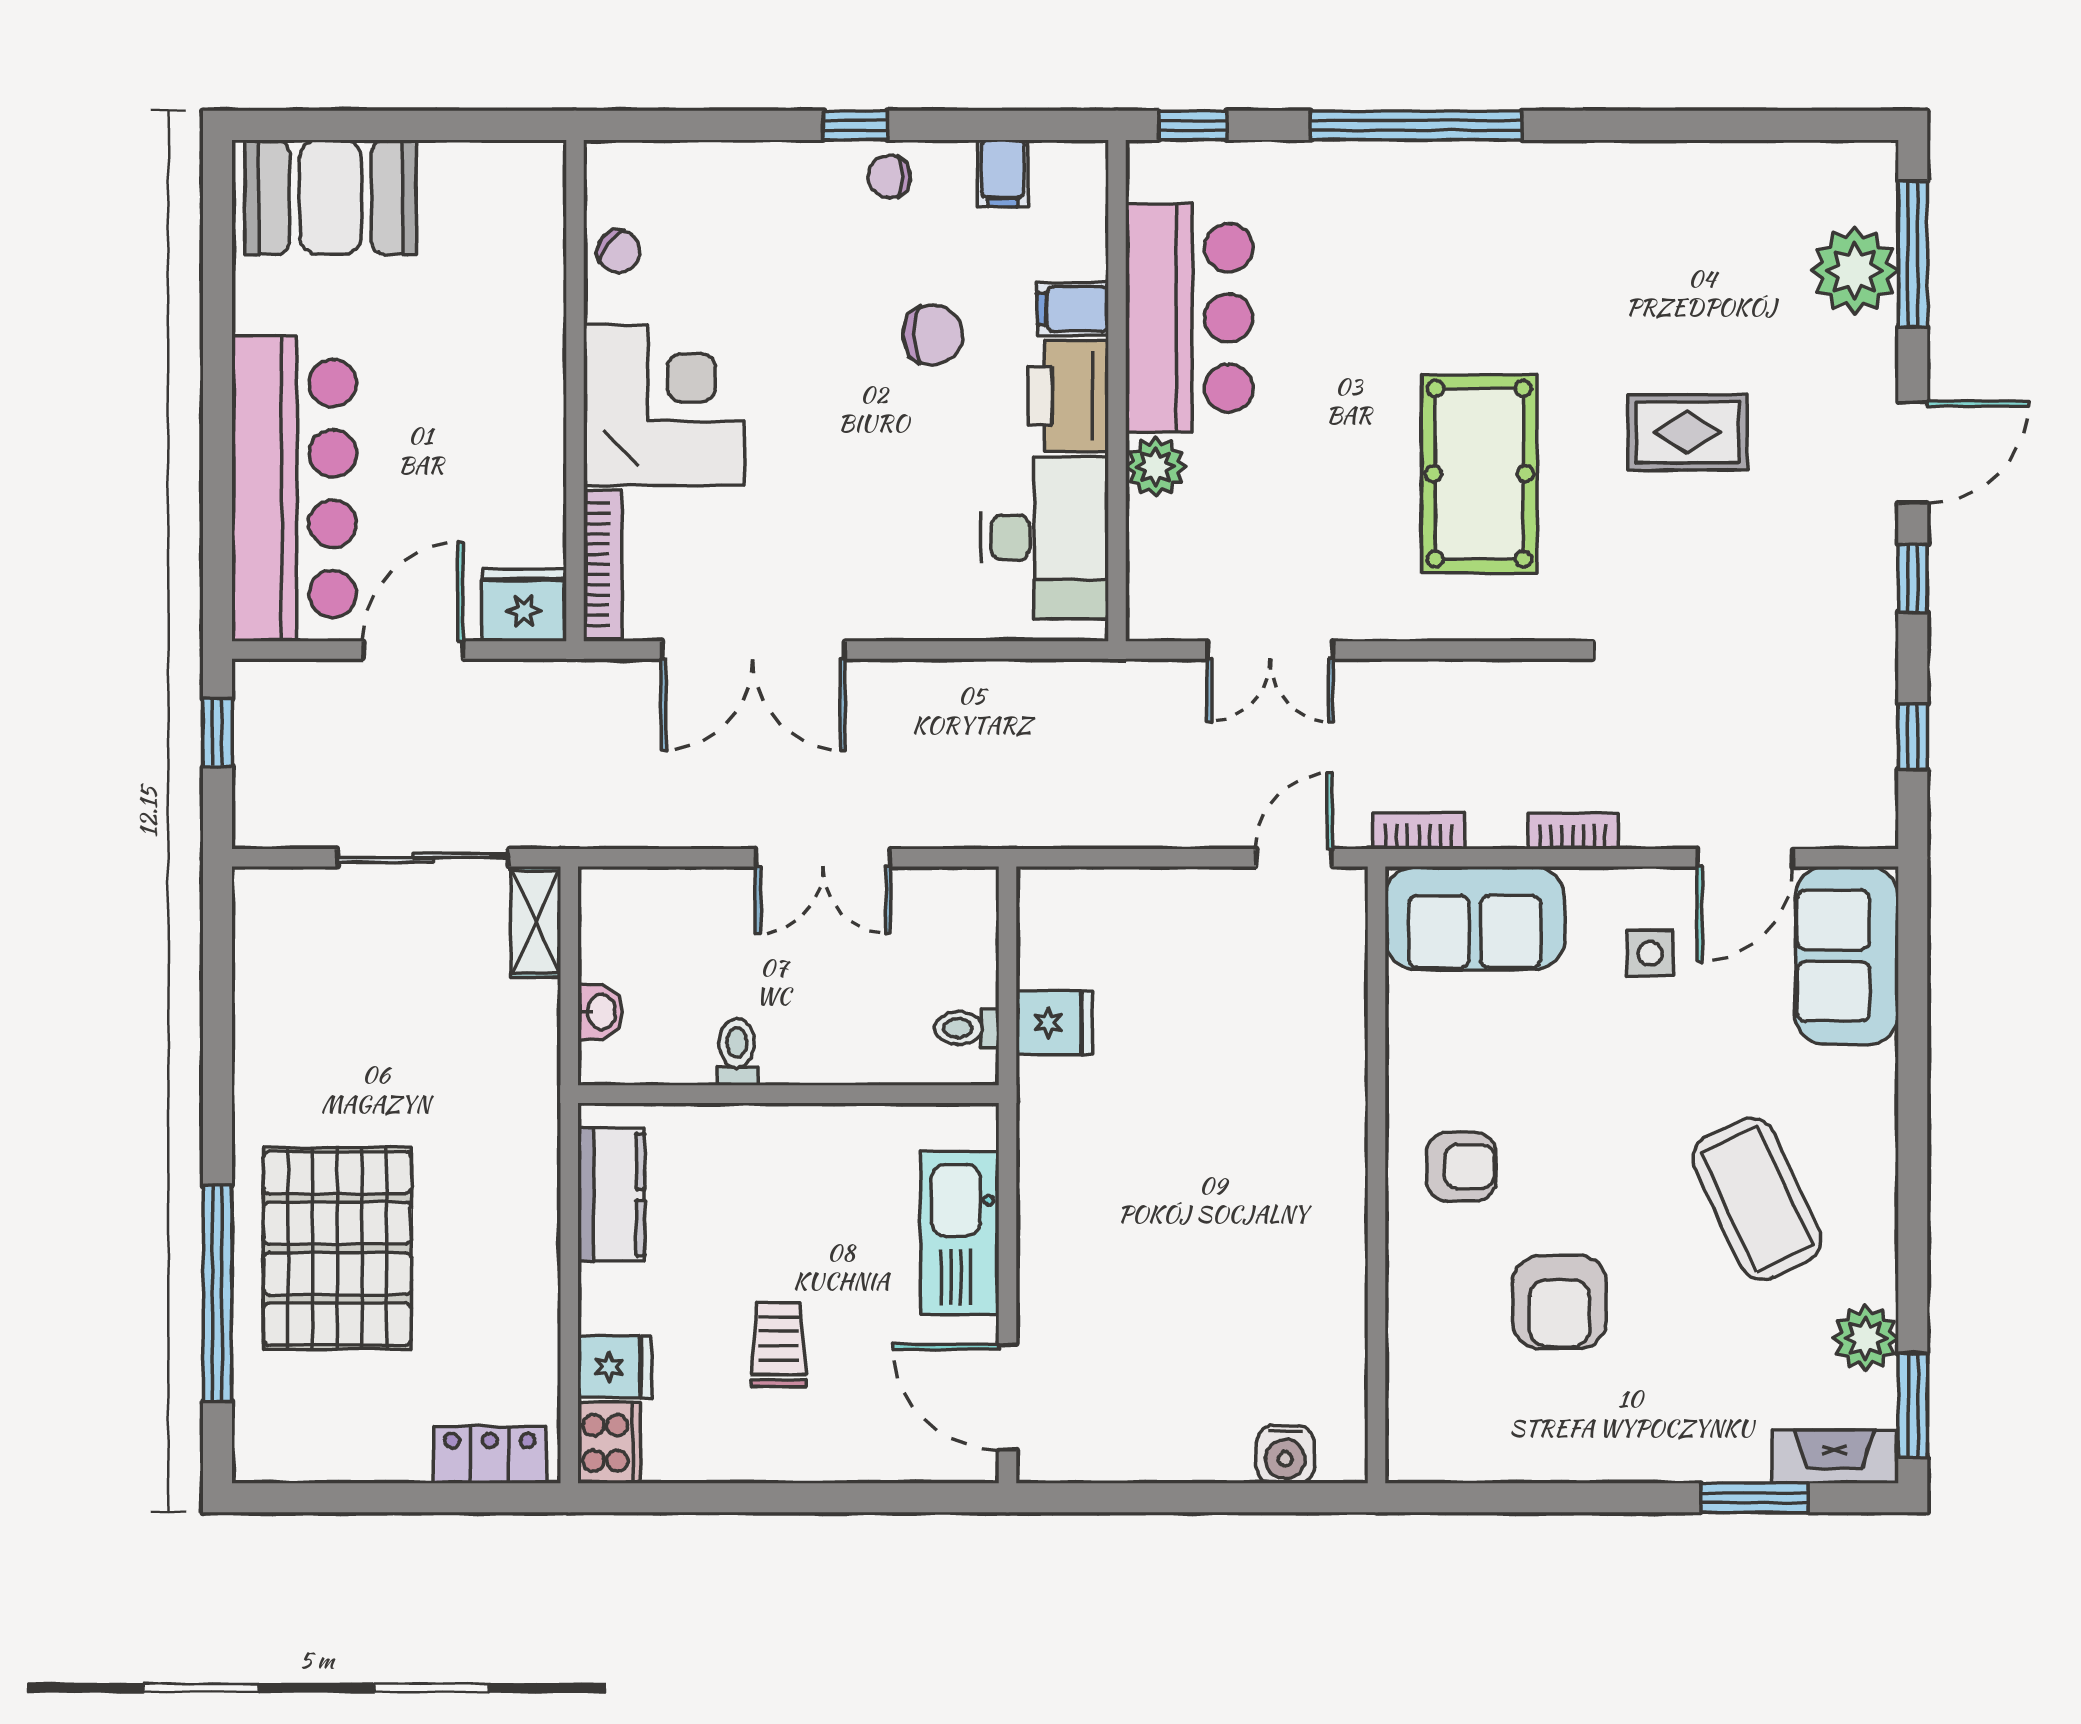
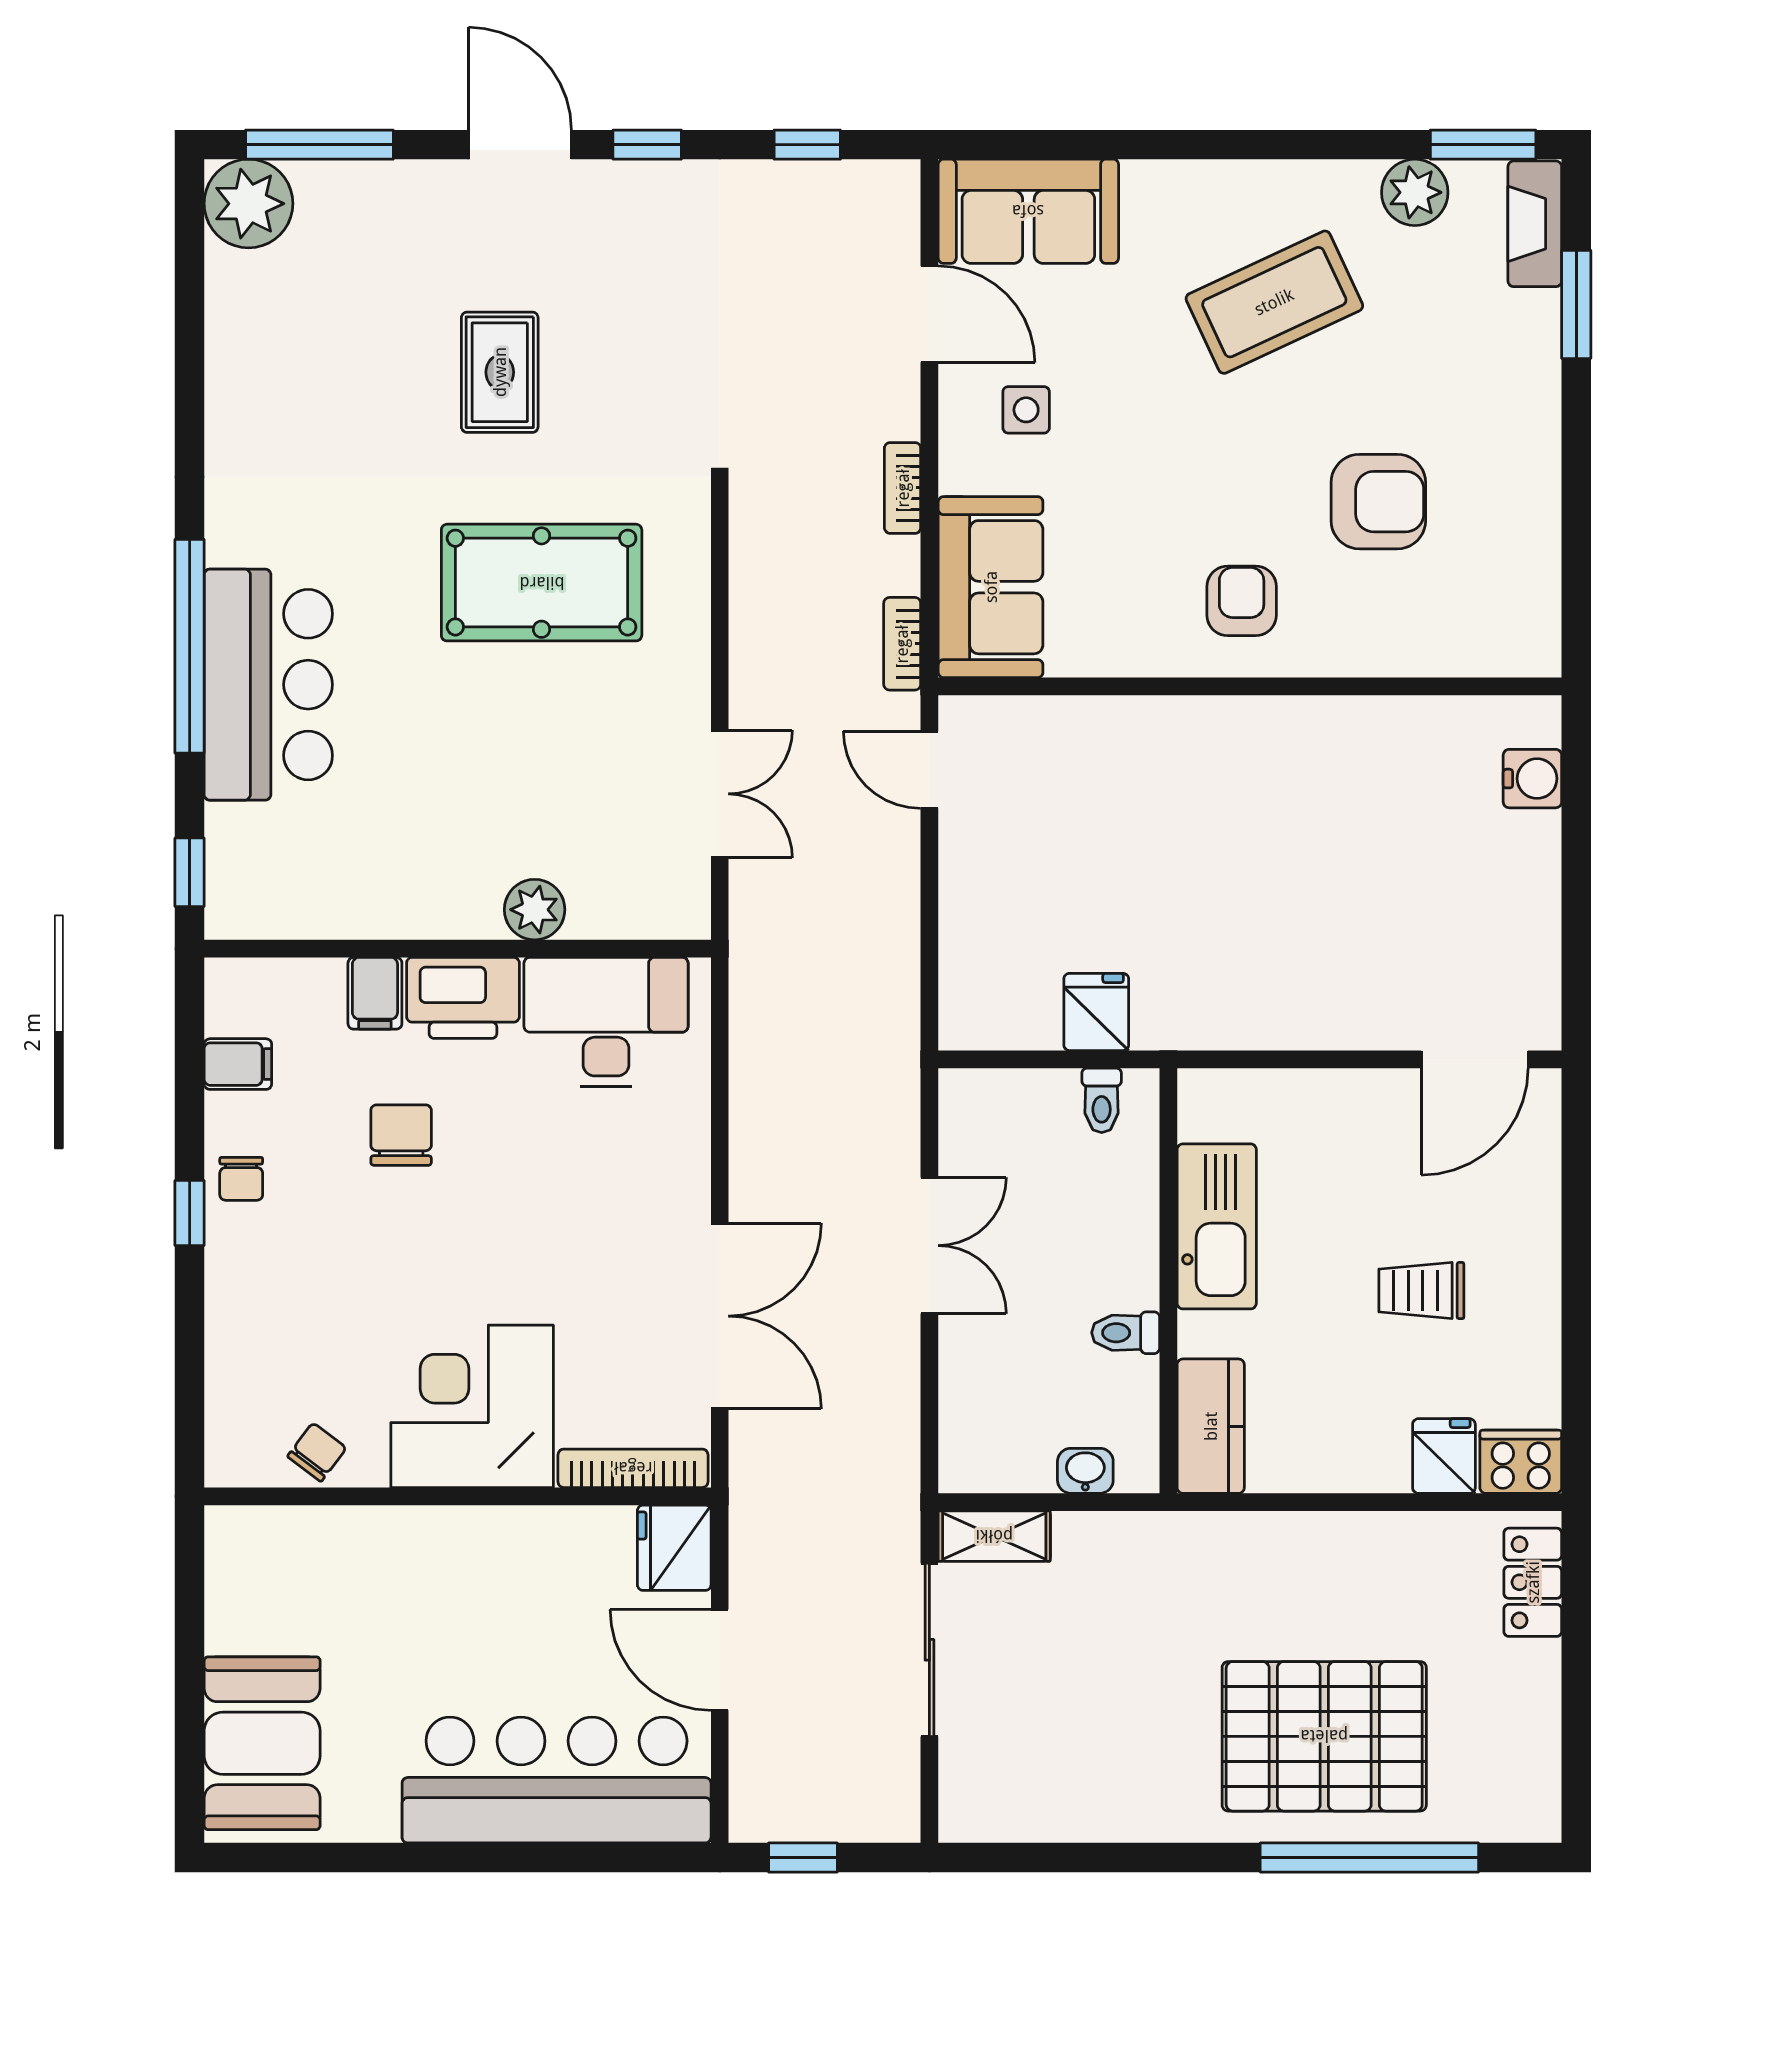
plant: (1854, 271) -> (248, 204), moved
bar counter: (1189, 318) -> (268, 685), moved, turned 90
kitchen counter: (611, 1195) -> (1211, 1426), moved, turned 90
kitchen sink: (960, 1233) -> (1217, 1226), moved, turned -90

